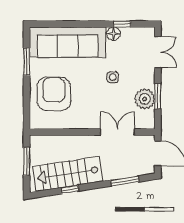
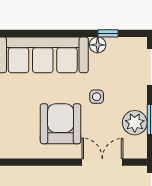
armchair: (54, 94) -> (61, 124), moved

